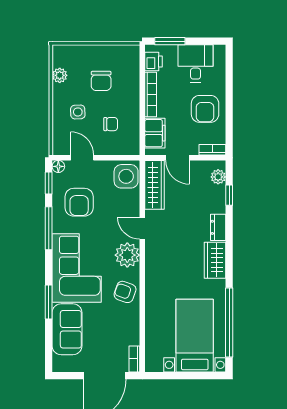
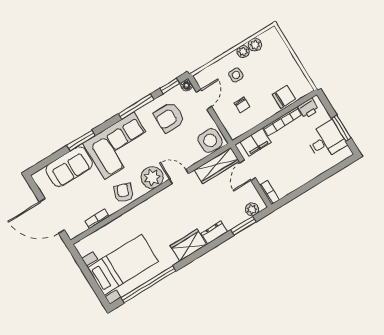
window: (170, 41) -> (341, 128), moved
chair: (101, 81) -> (284, 97), moved, turned 180
plant: (59, 91) -> (243, 51), added
armchair: (205, 109) -> (297, 168), removed
window: (229, 195) -> (243, 226), width x1.50
door: (142, 228) -> (179, 176), hinge flipped
bookcase: (134, 359) -> (97, 219), moved

